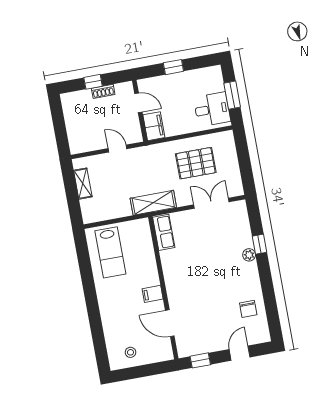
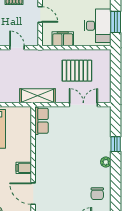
desk: (212, 109) -> (98, 26), width x1.37
filing cabinet: (154, 126) -> (63, 39), moved, turned -90
plant: (249, 255) -> (106, 162), moved

